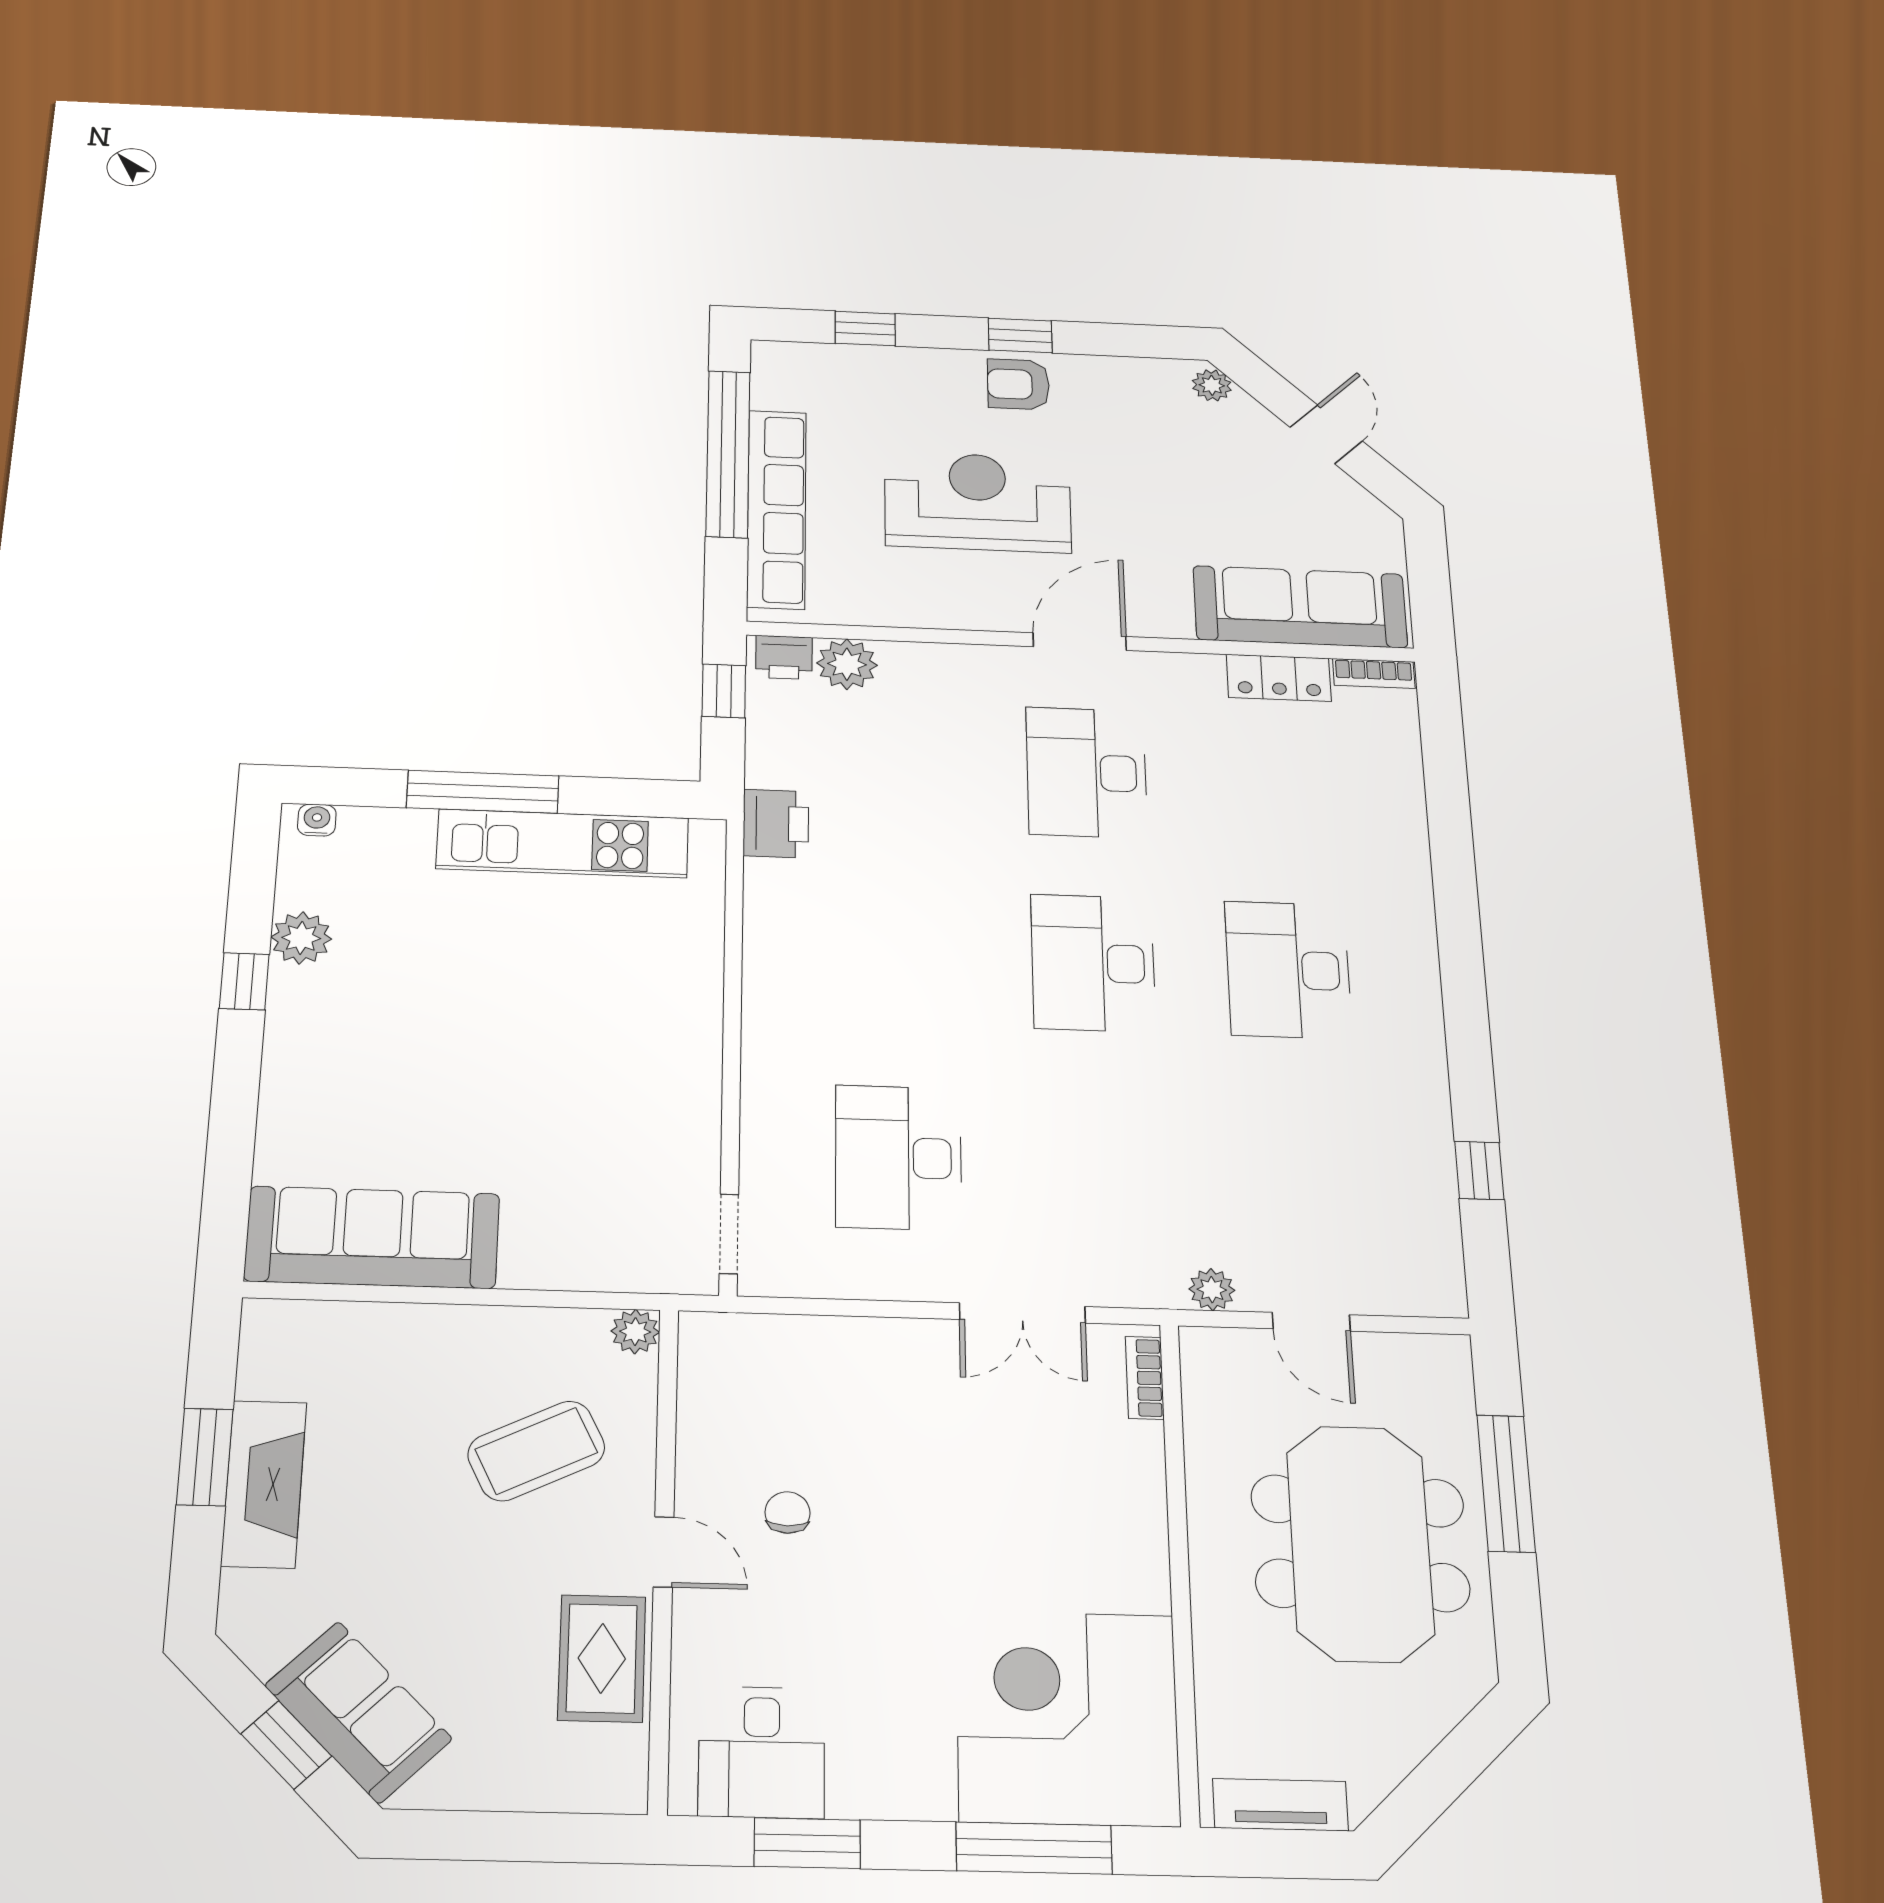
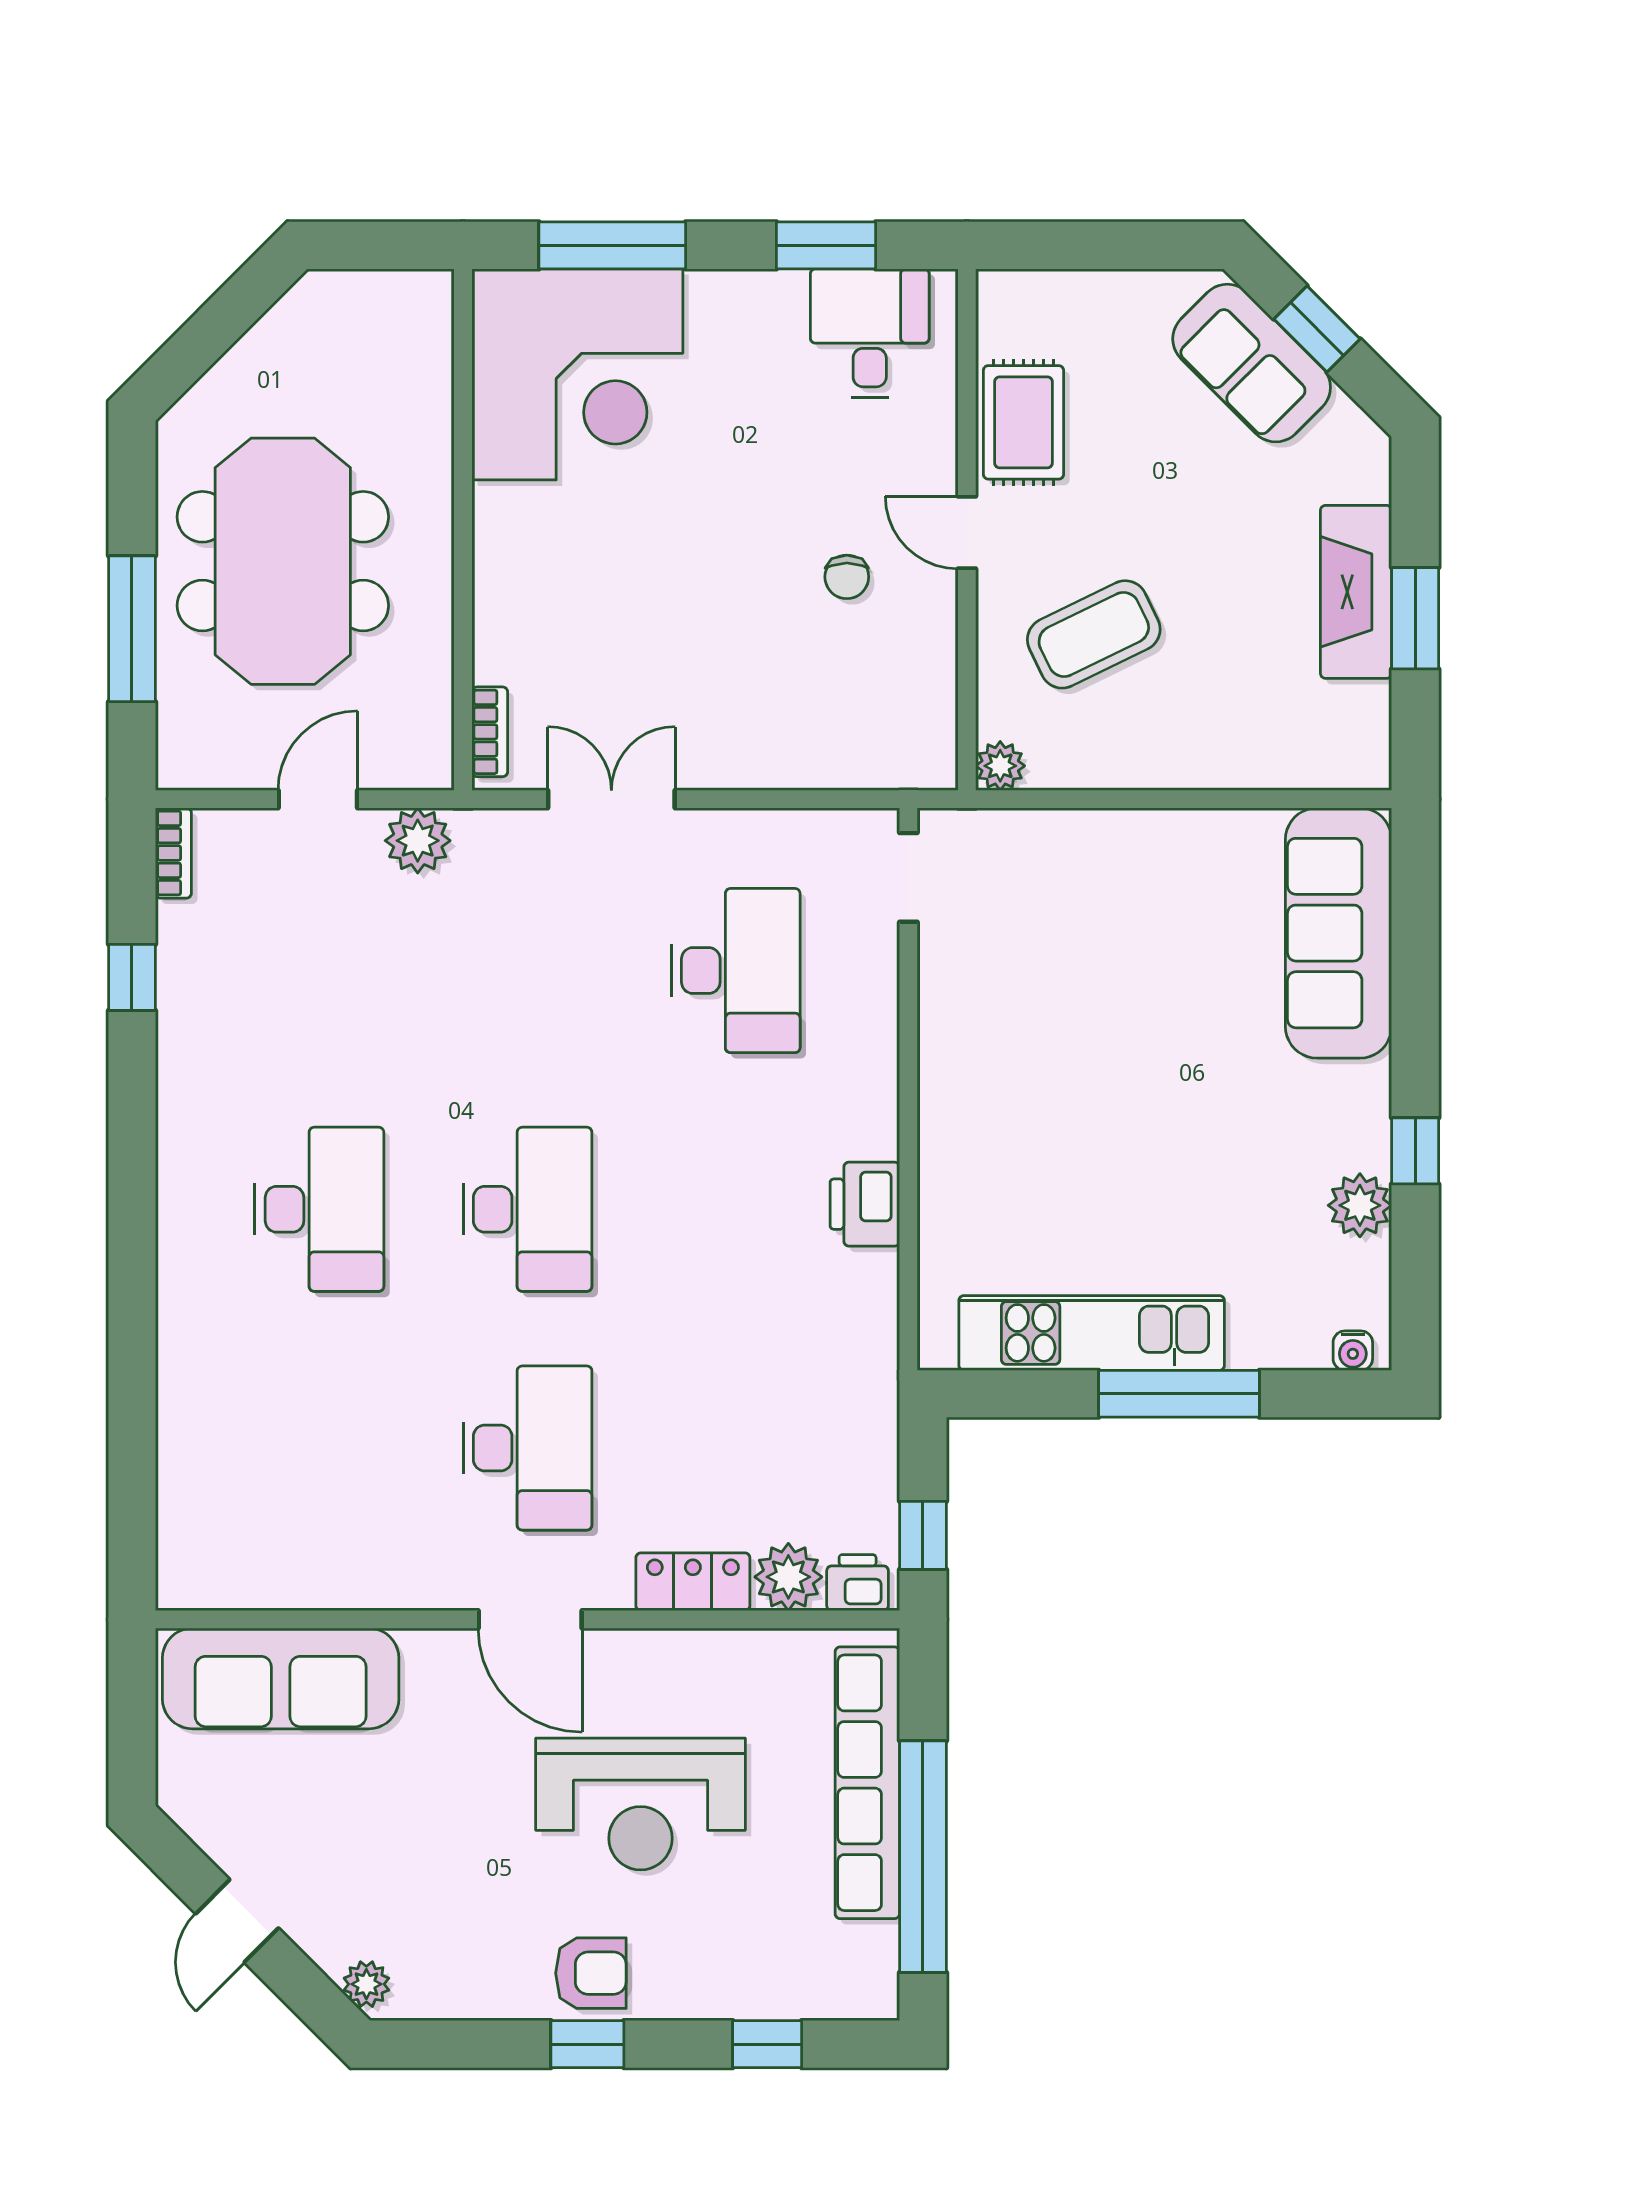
door: (1080, 642) -> (530, 1619), hinge flipped
bookcase: (1374, 673) -> (173, 853), moved, turned 90
locker: (1279, 678) -> (693, 1582), moved
printer: (776, 824) -> (865, 1204), moved
sofa: (372, 1237) -> (1339, 933), moved, turned 90
plant: (1212, 1290) -> (418, 841), width x1.38, depth x1.38
door: (1311, 1322) -> (318, 799), hinge flipped
tv unit: (1280, 1805) -> (376, 293), removed

